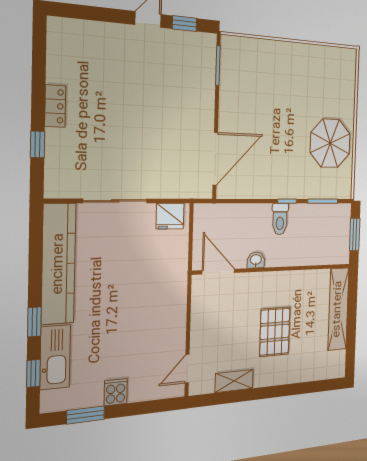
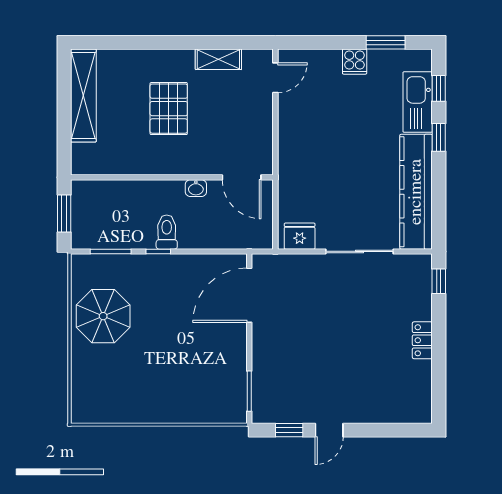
window: (38, 144) -> (439, 281), moved
shelving: (338, 309) -> (83, 96), moved

